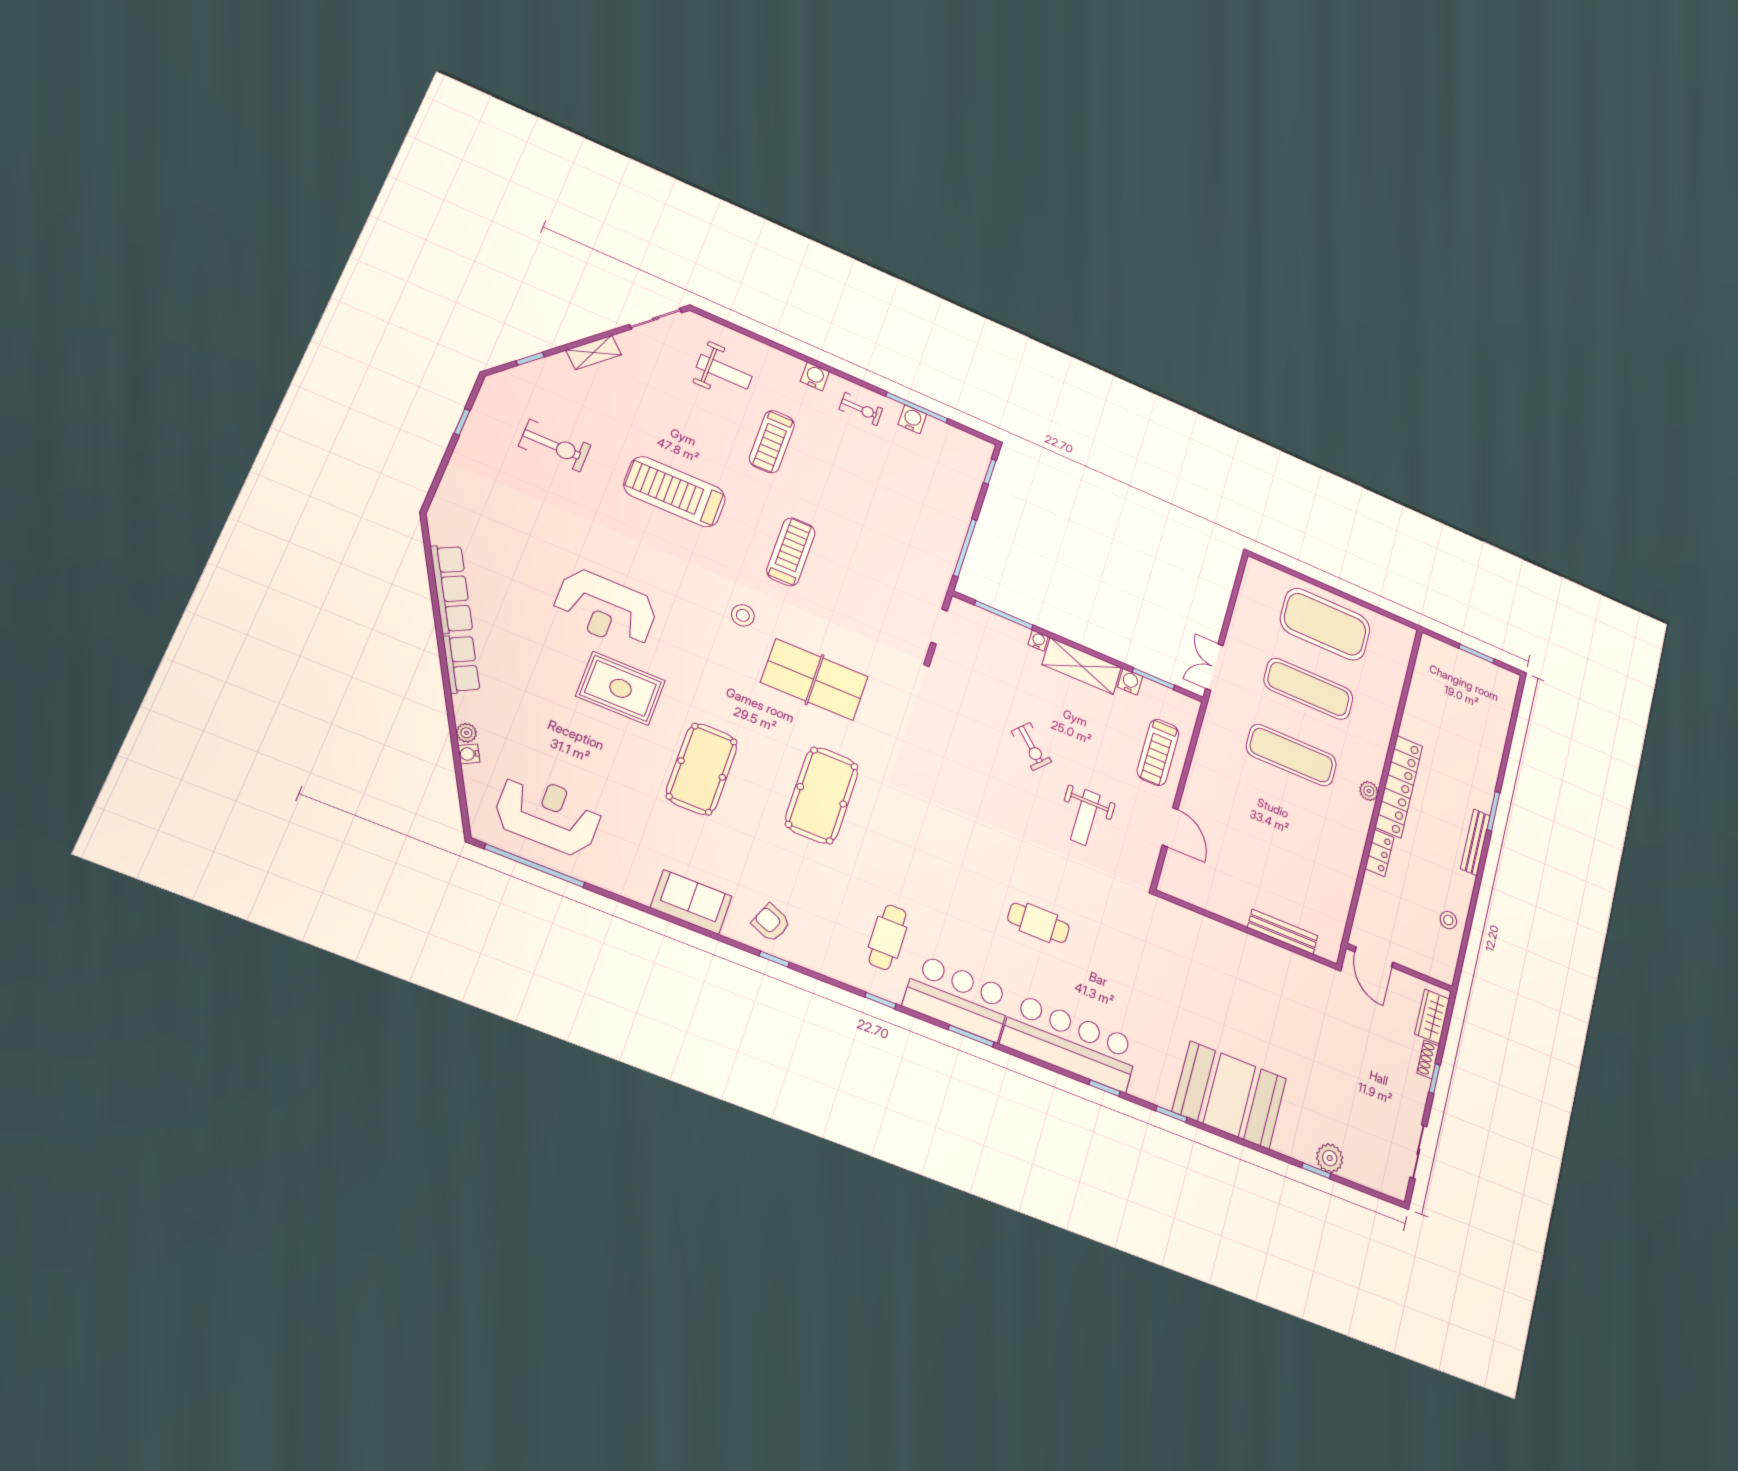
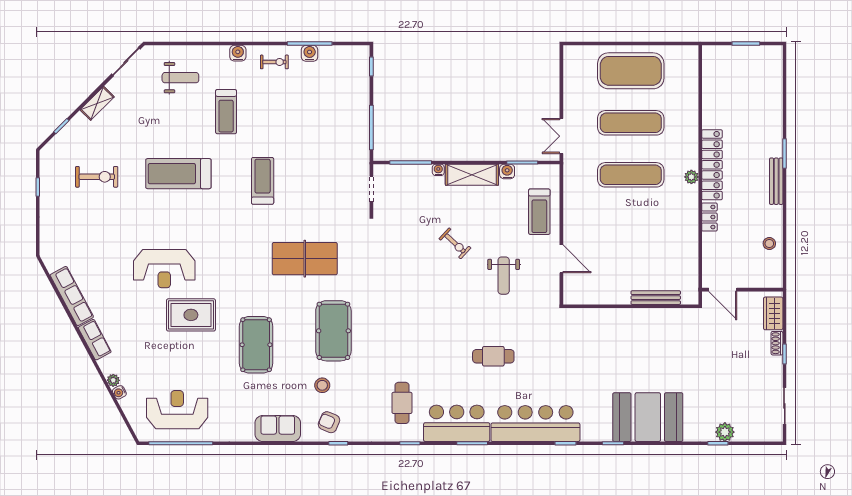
stool: (743, 615) -> (322, 385), moved

